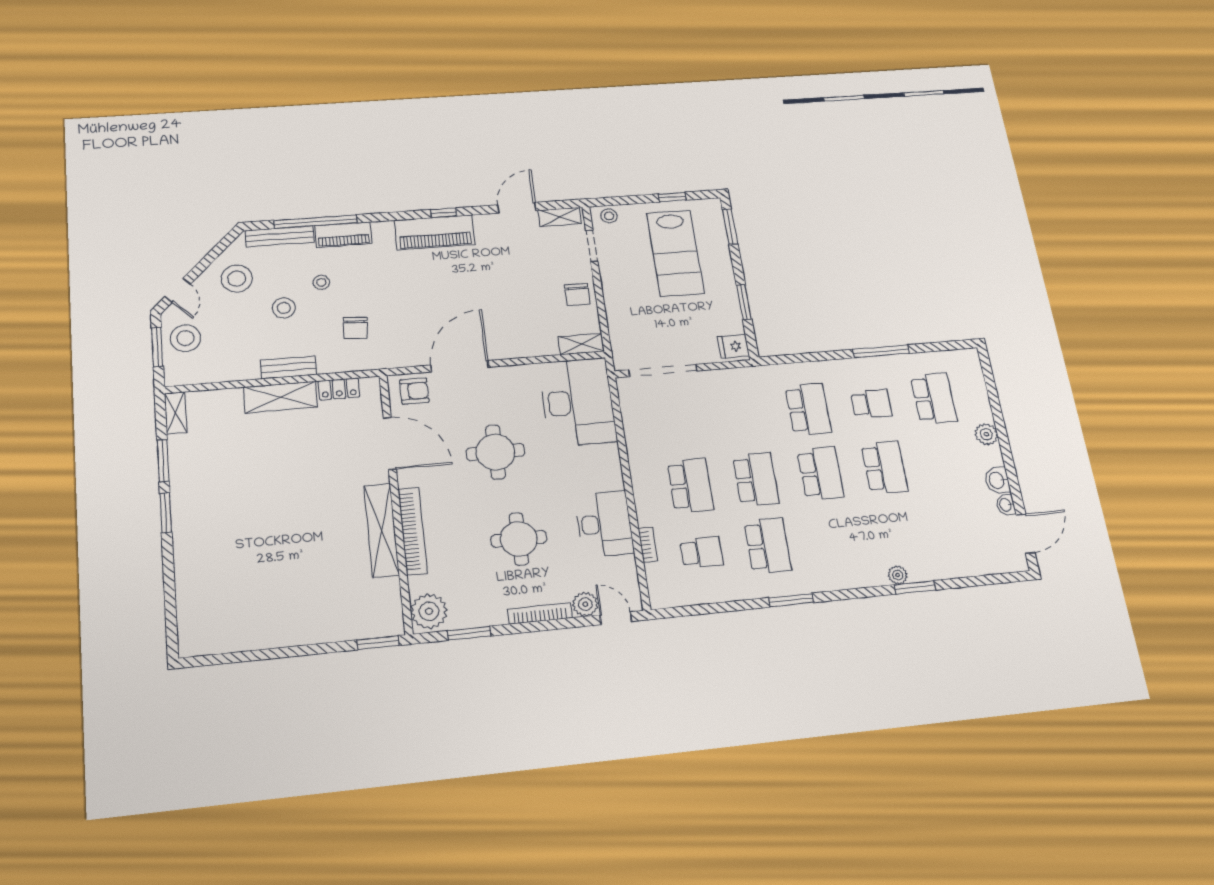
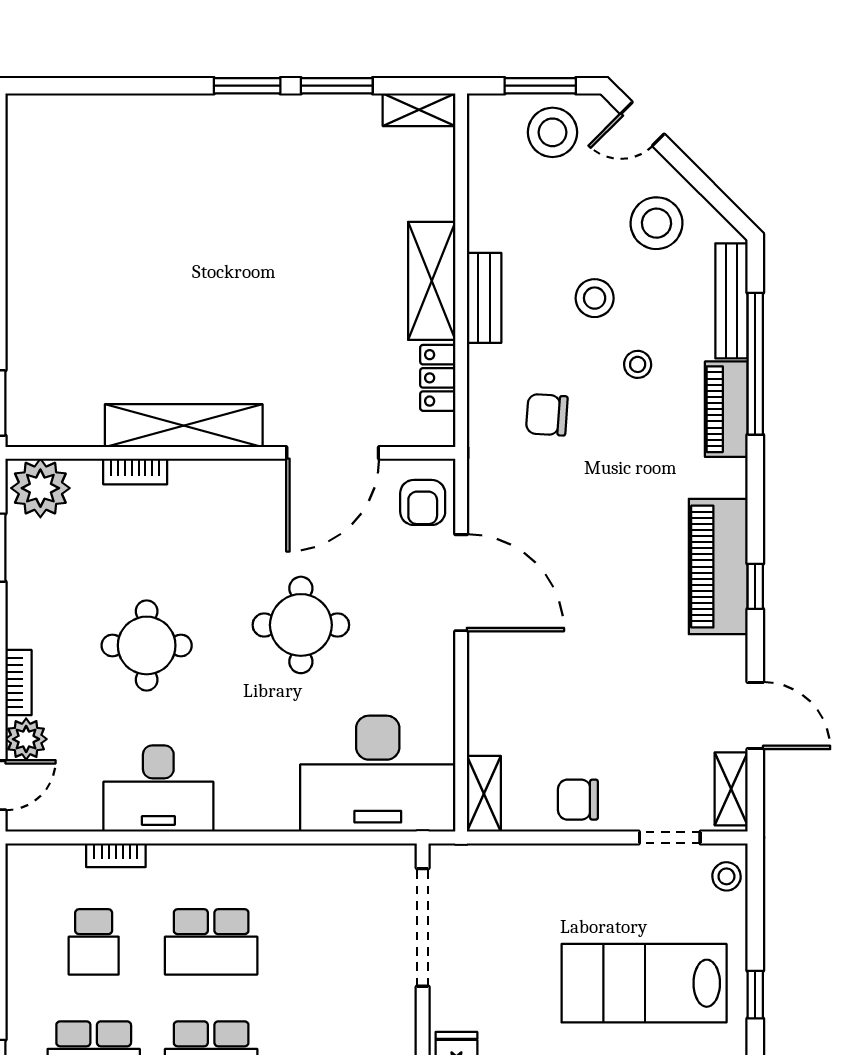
bookcase: (413, 531) -> (135, 472), width x0.43, depth x0.76
bookcase: (540, 613) -> (18, 683), width x0.64

